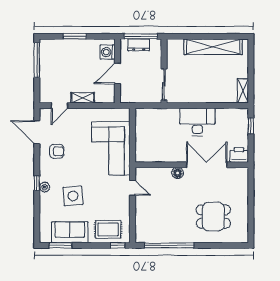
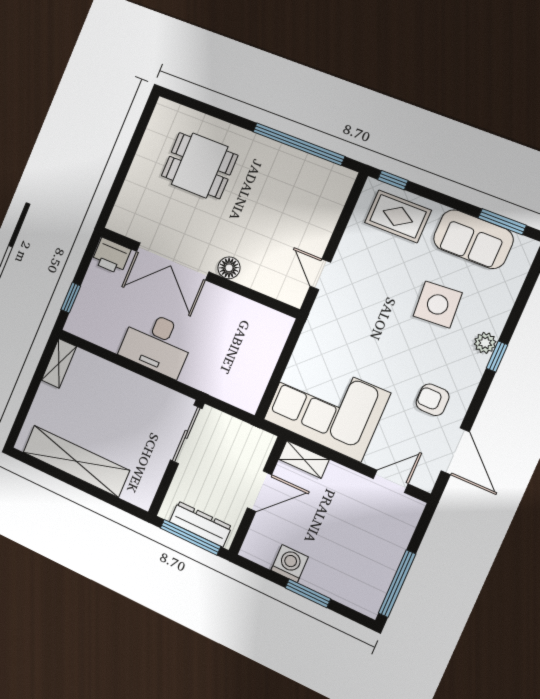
dresser: (139, 45) -> (200, 524), width x1.44
washing machine: (108, 52) -> (290, 564), moved, turned -90
shelving: (83, 98) -> (304, 459), moved
corner sofa: (111, 148) -> (327, 406), moved, turned -90

